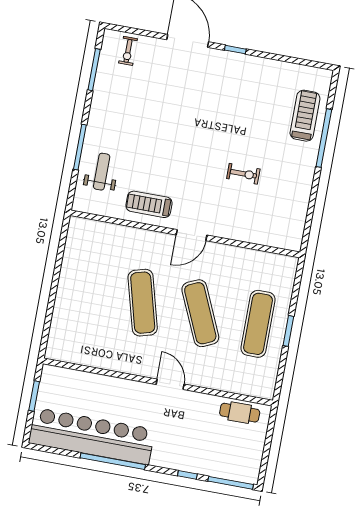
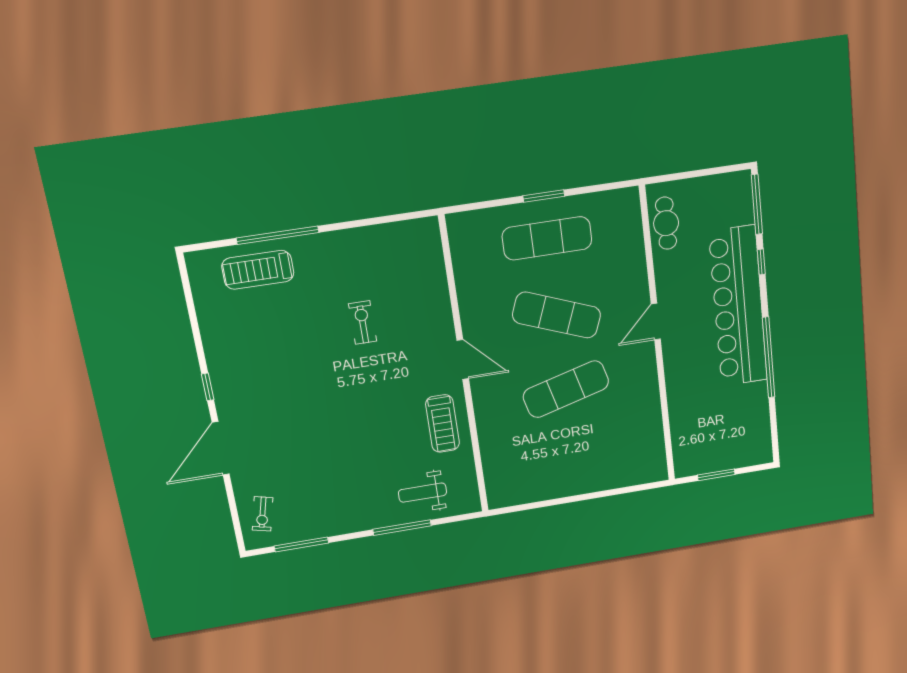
exercise bike: (128, 51) -> (262, 514), turned 104
exercise mat: (200, 313) -> (557, 315), turned 45
bar counter: (92, 436) -> (738, 307), moved

